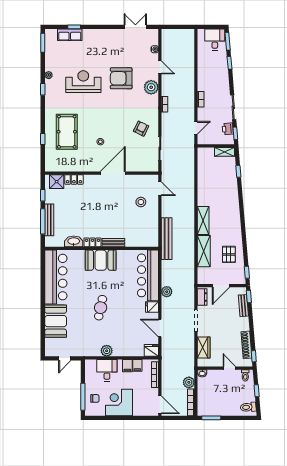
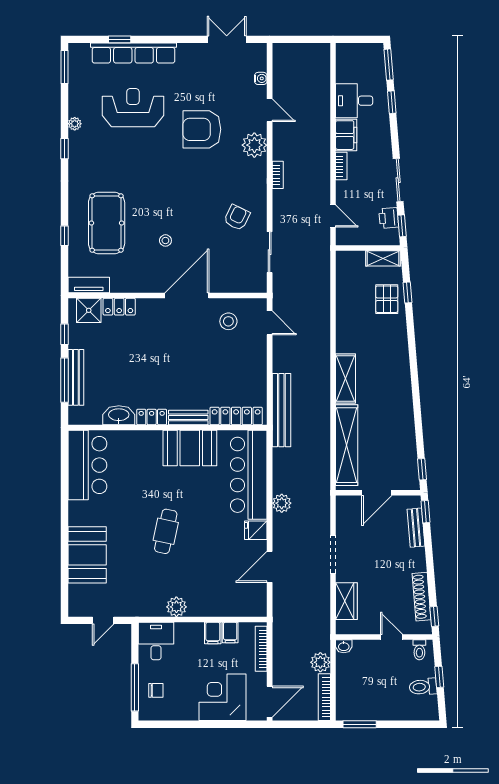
row of seats: (70, 35) -> (133, 53), width x2.02
desk: (215, 39) -> (354, 101), moved, turned -90
reception desk: (83, 82) -> (133, 108), moved
filing cabinet: (203, 82) -> (346, 135), added
door: (196, 128) -> (333, 216), hinge flipped
tv unit: (57, 167) -> (89, 285), added
stool: (141, 202) -> (228, 321), moved
locker: (141, 242) -> (236, 416), added
shelving: (204, 251) -> (347, 445), width x1.47
pallet: (229, 254) -> (387, 299), moved
booth: (101, 260) -> (190, 448), moved
bar counter: (56, 277) -> (87, 465), width x0.73
dresser: (202, 297) -> (344, 513), removed
door: (160, 328) -> (270, 567), hinge flipped
fridge: (151, 350) -> (255, 606), removed
desk: (107, 370) -> (156, 641), moved
corner desk: (119, 402) -> (222, 697), moved
door: (160, 405) -> (270, 702), hinge flipped
toilet: (248, 407) -> (423, 687), moved

